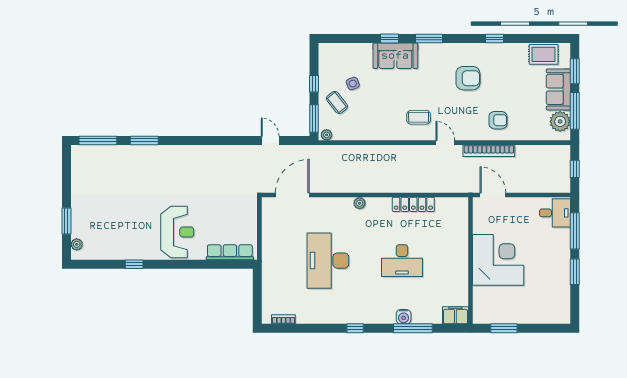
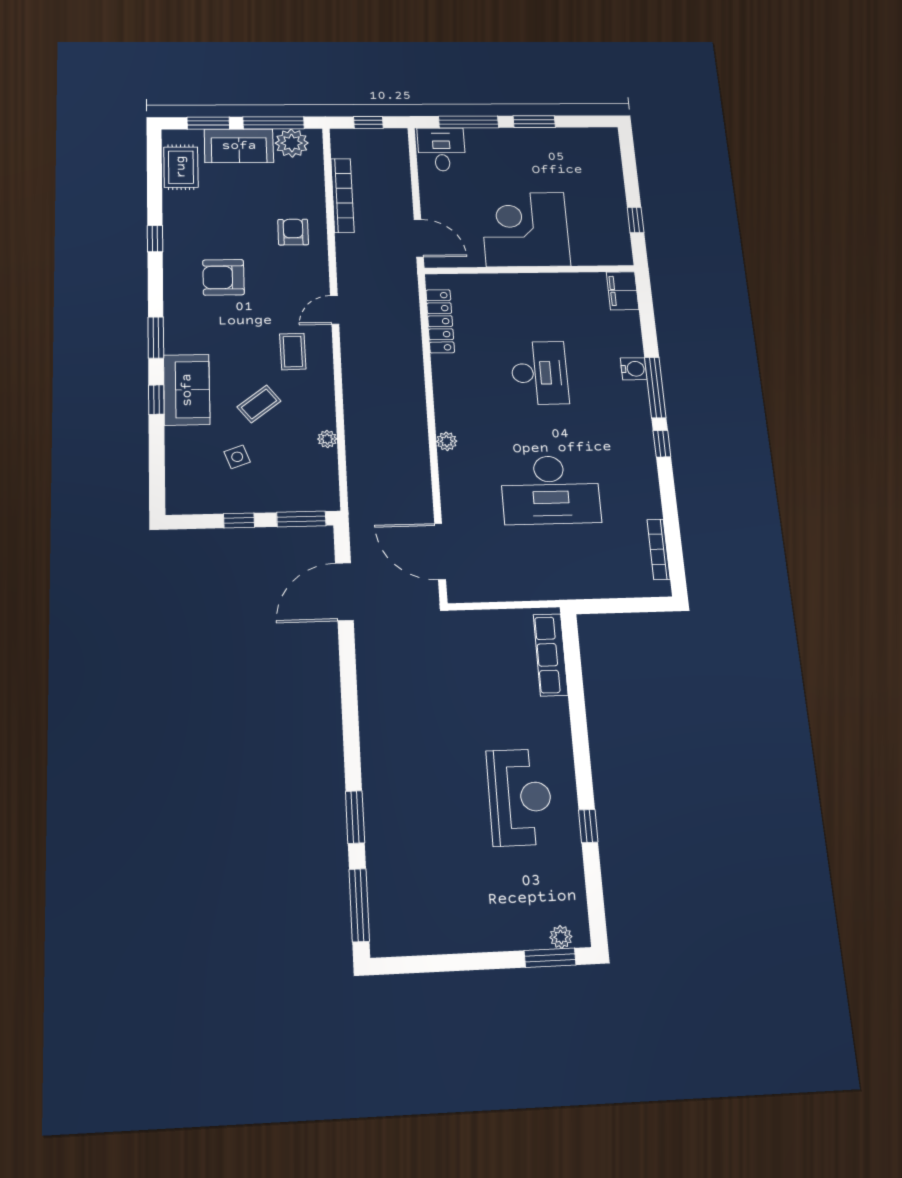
armchair: (468, 78) -> (223, 277), turned -90
coffee table: (337, 102) -> (259, 404), moved
plant: (327, 135) -> (327, 439), moved
door: (270, 140) -> (344, 592), width x1.88
bookcase: (489, 151) -> (342, 195), moved
door: (493, 195) -> (419, 238), swing flipped
locker: (413, 204) -> (440, 321), moved
window: (66, 221) -> (550, 958), moved
reception desk: (177, 232) -> (520, 797), moved, turned 90
bookcase: (283, 319) -> (659, 549), width x1.56
window: (413, 328) -> (655, 387), moved
window: (504, 328) -> (636, 220), width x0.67

